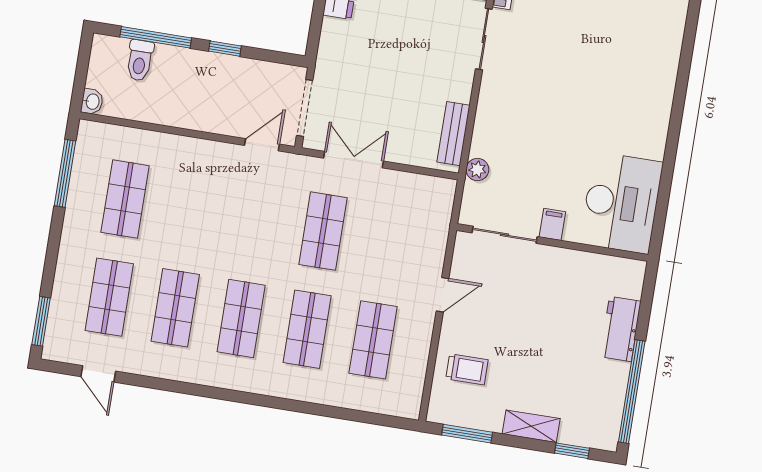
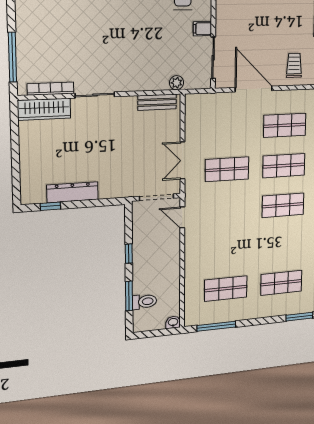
window: (156, 37) -> (129, 296), width x0.69
door: (442, 295) -> (254, 89), width x1.88
shop shelf: (175, 308) -> (282, 244), removed

